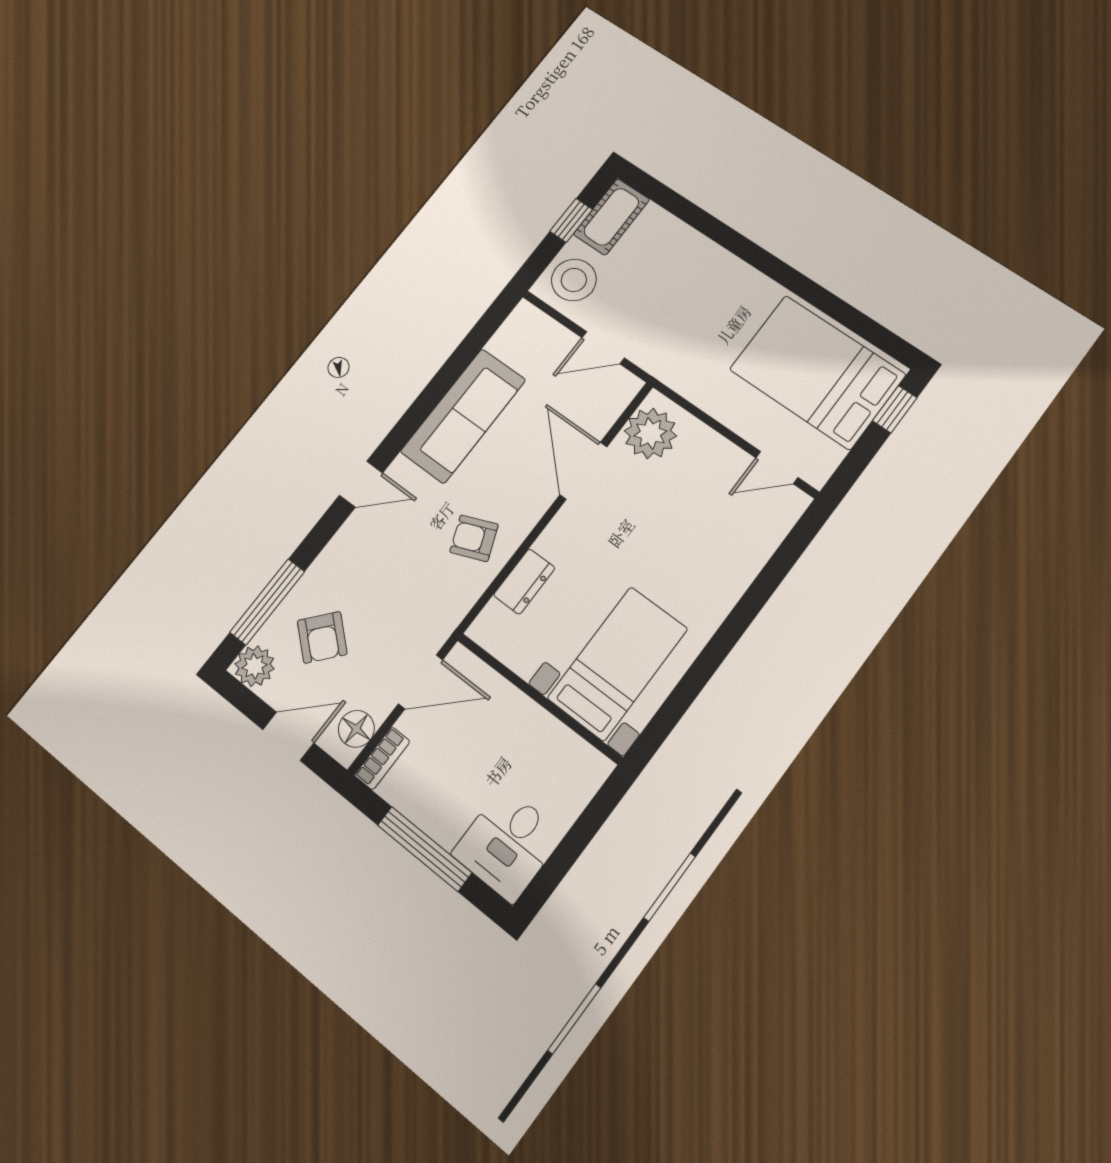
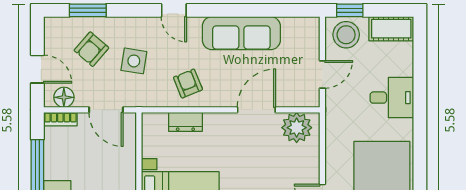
window: (571, 220) -> (350, 10), moved
desk: (706, 278) -> (392, 98), added
door: (603, 348) -> (322, 74), swing flipped
side table: (385, 590) -> (134, 61), added
window: (267, 602) -> (88, 10), width x0.69
plant: (254, 666) -> (55, 28), removed

